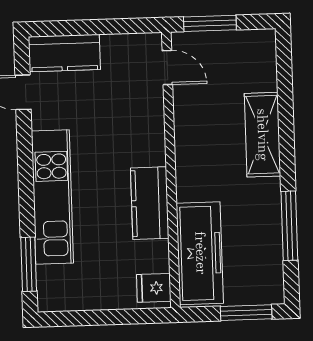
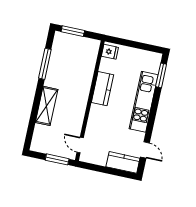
freezer: (200, 253) -> (86, 62), removed

